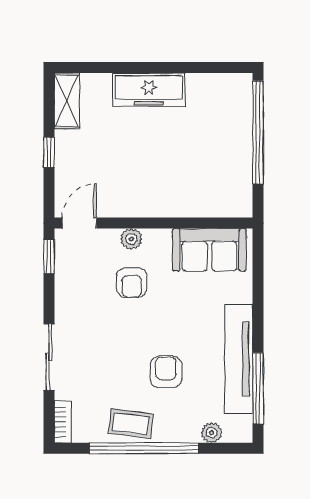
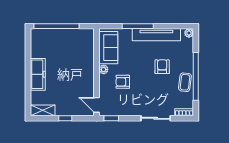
plant: (131, 239) -> (104, 69), moved
armchair: (132, 283) -> (123, 82), turned 180
armchair: (166, 372) -> (162, 67), turned 90
window: (258, 388) -> (138, 26), moved
plant: (212, 433) -> (189, 33), moved

